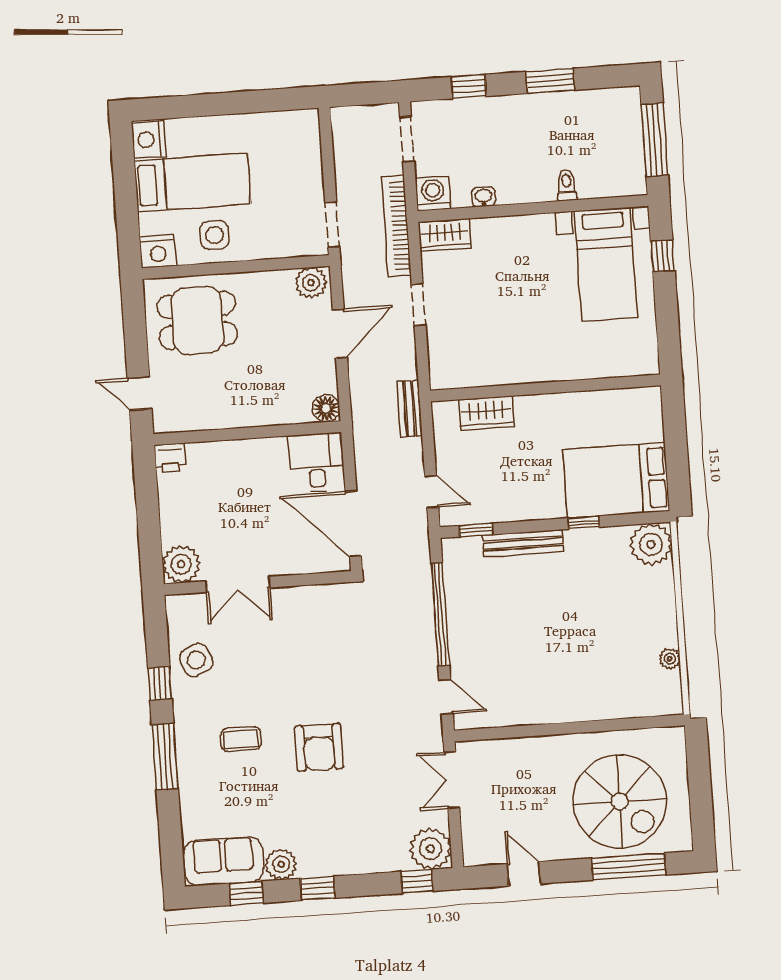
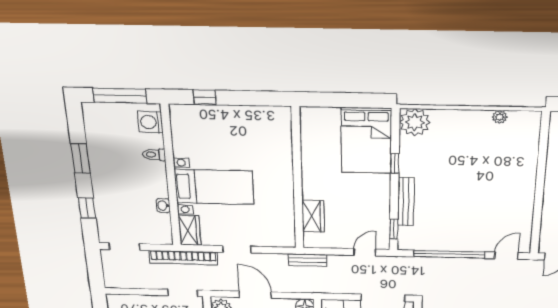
washing machine: (433, 194) -> (150, 122), moved
bed with nightstands: (606, 264) -> (214, 187), moved

